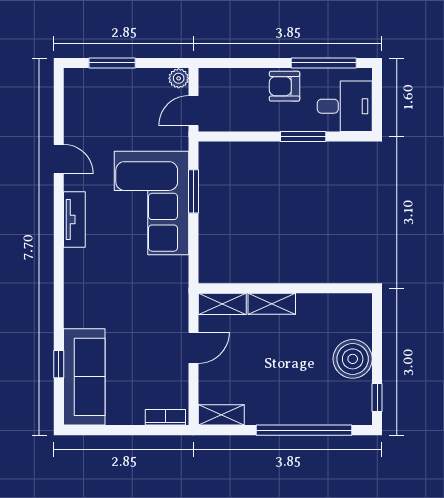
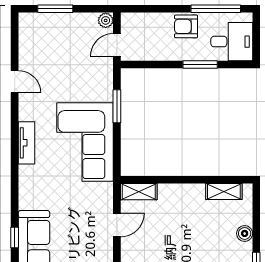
corner sofa: (152, 203) -> (85, 142), moved
tv unit: (74, 219) -> (26, 143), moved
shelving: (272, 304) -> (224, 192), moved
boiler: (353, 359) -> (245, 233), width x0.54, depth x0.54

